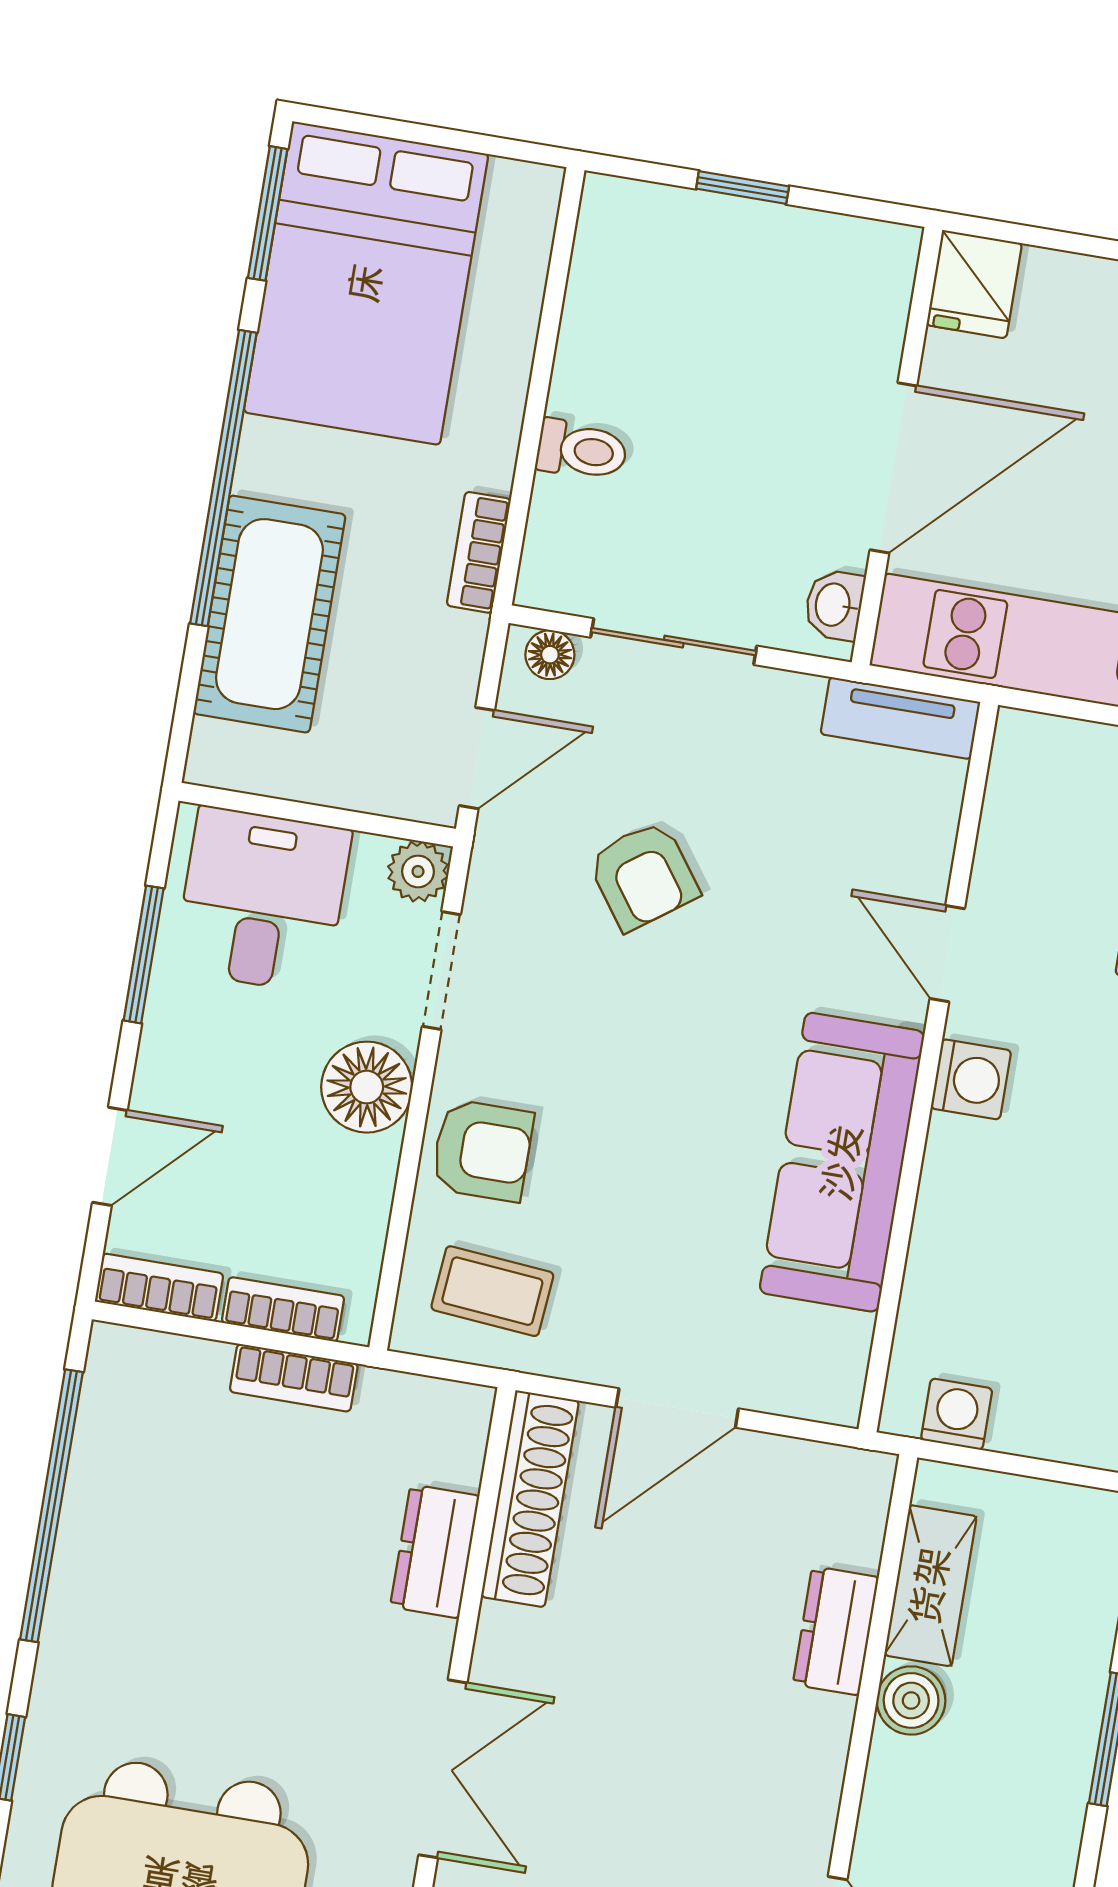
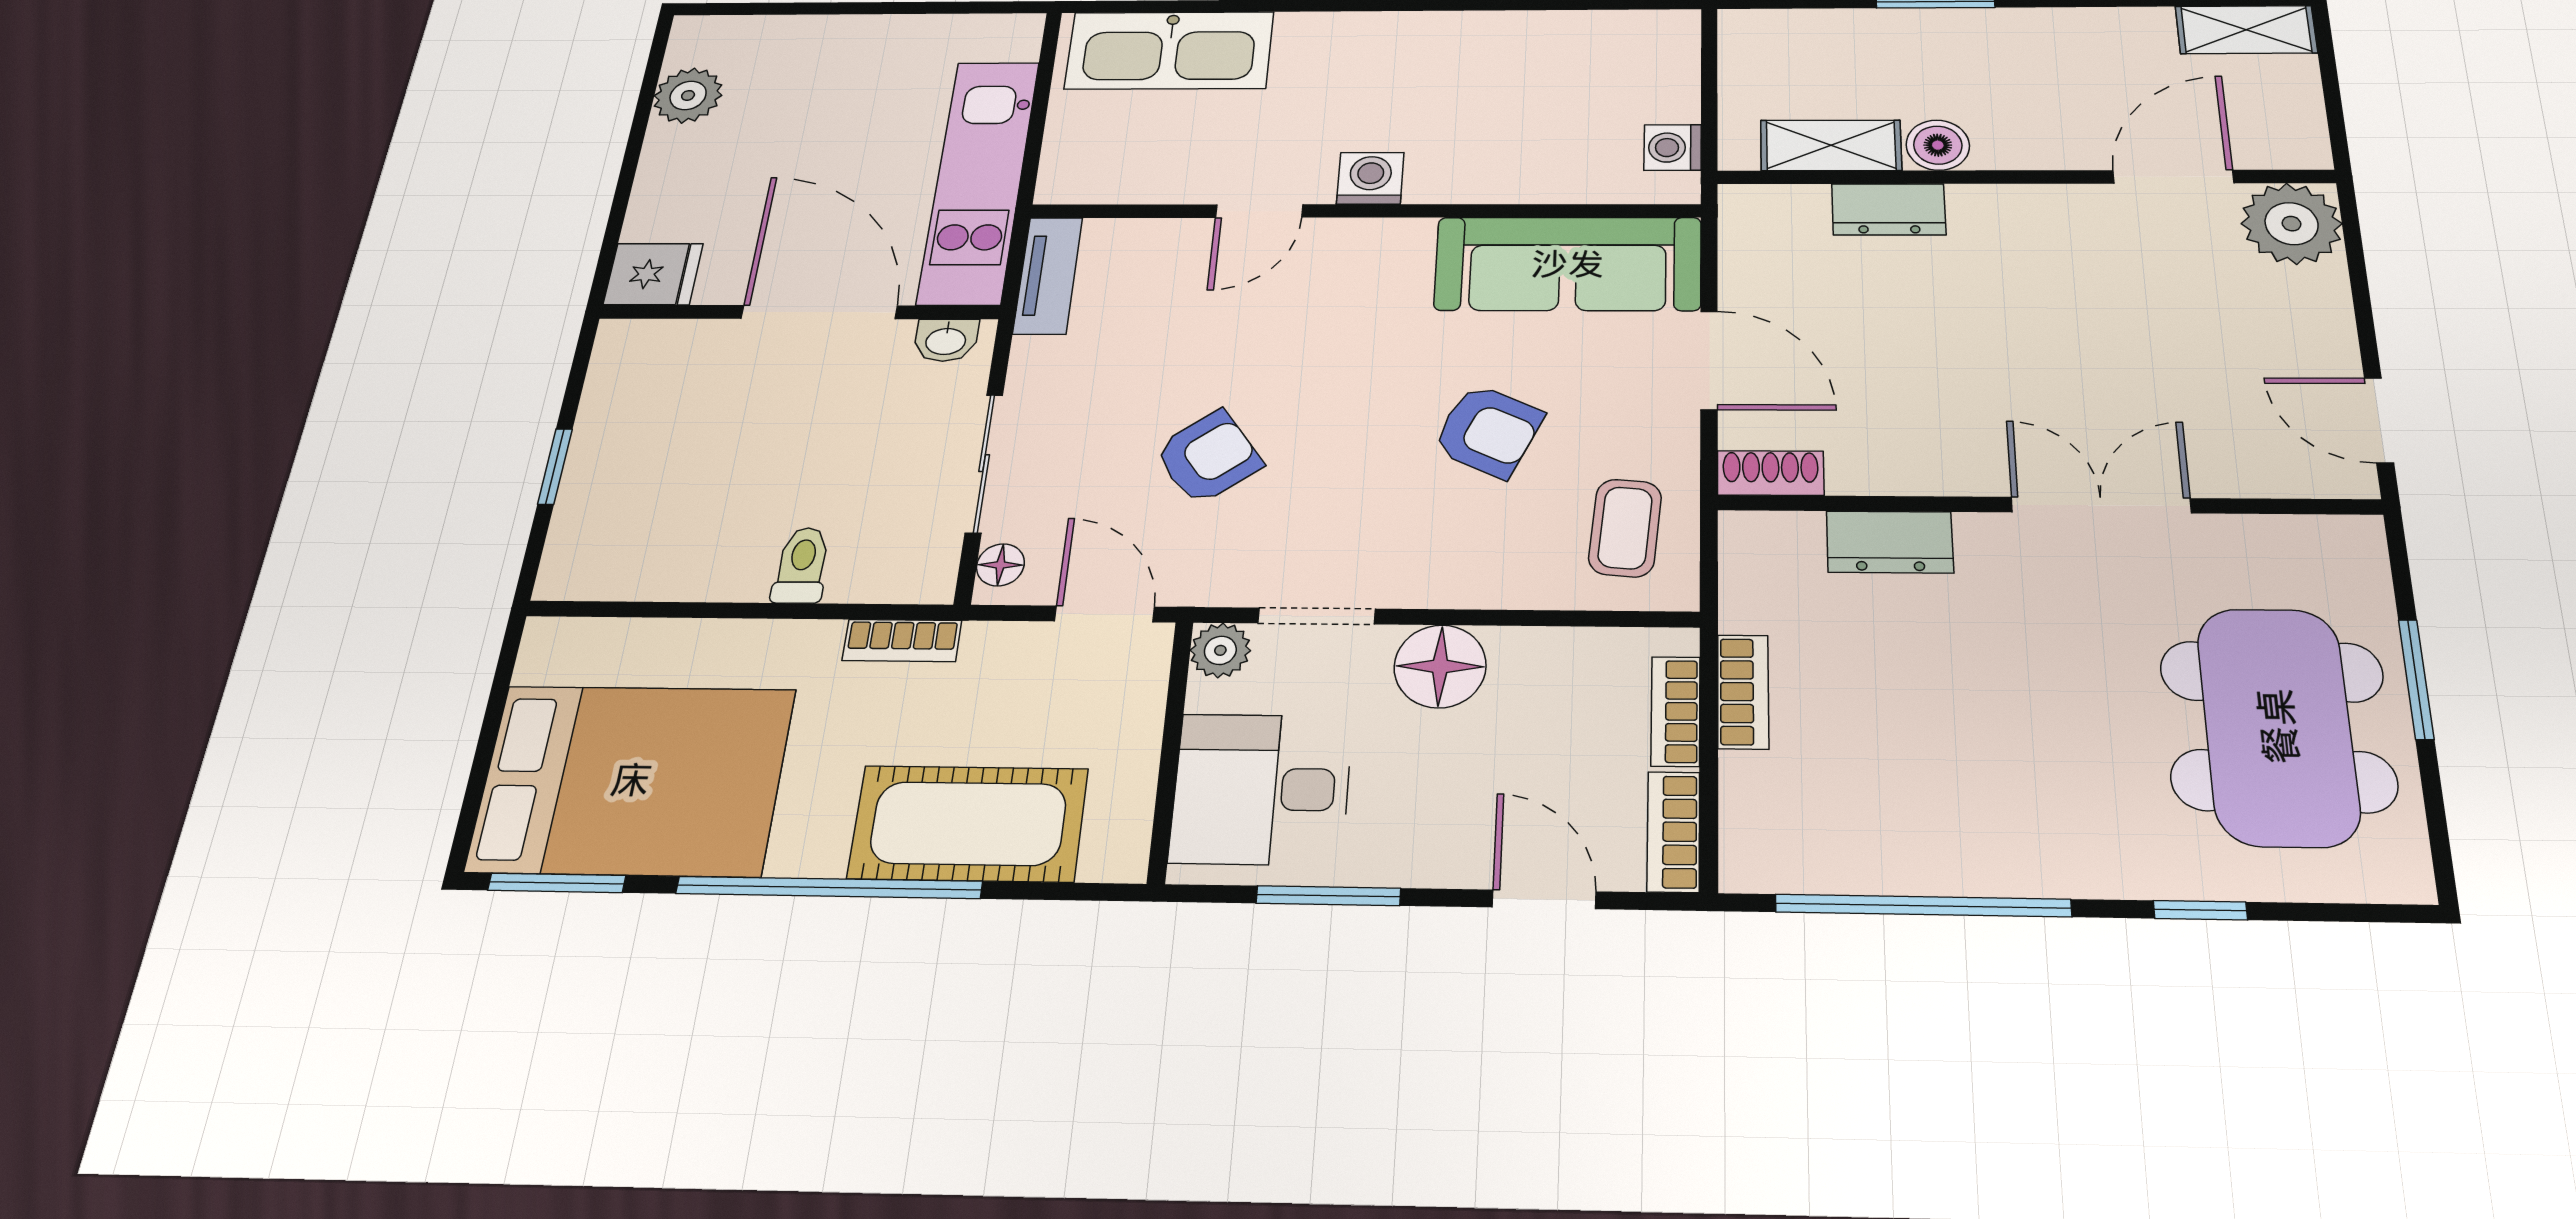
armchair: (482, 1150) -> (1488, 431), moved, turned 115
sofa: (842, 1162) -> (1568, 264), moved
shoe rack: (530, 1499) -> (1771, 473), width x0.51, depth x0.81

